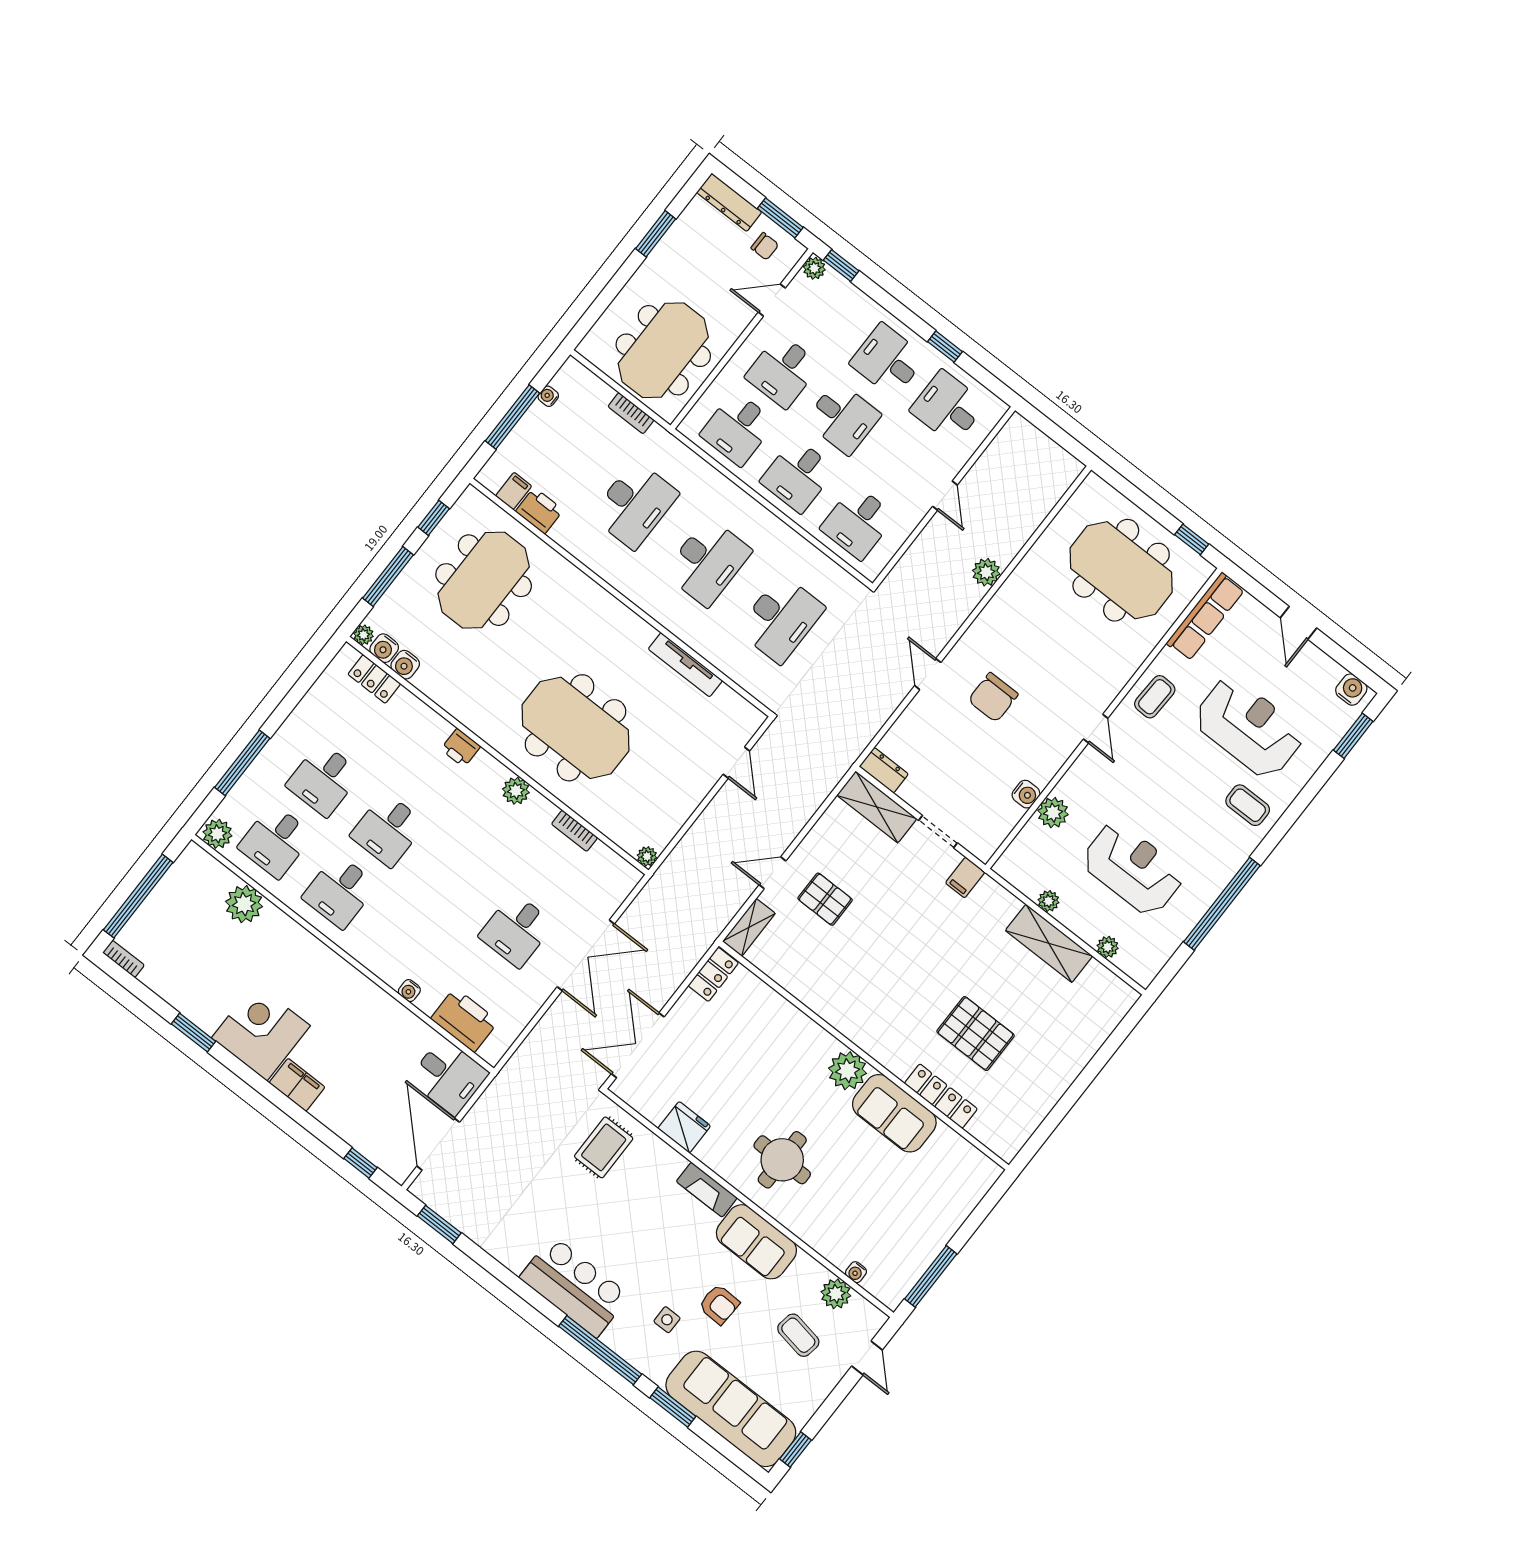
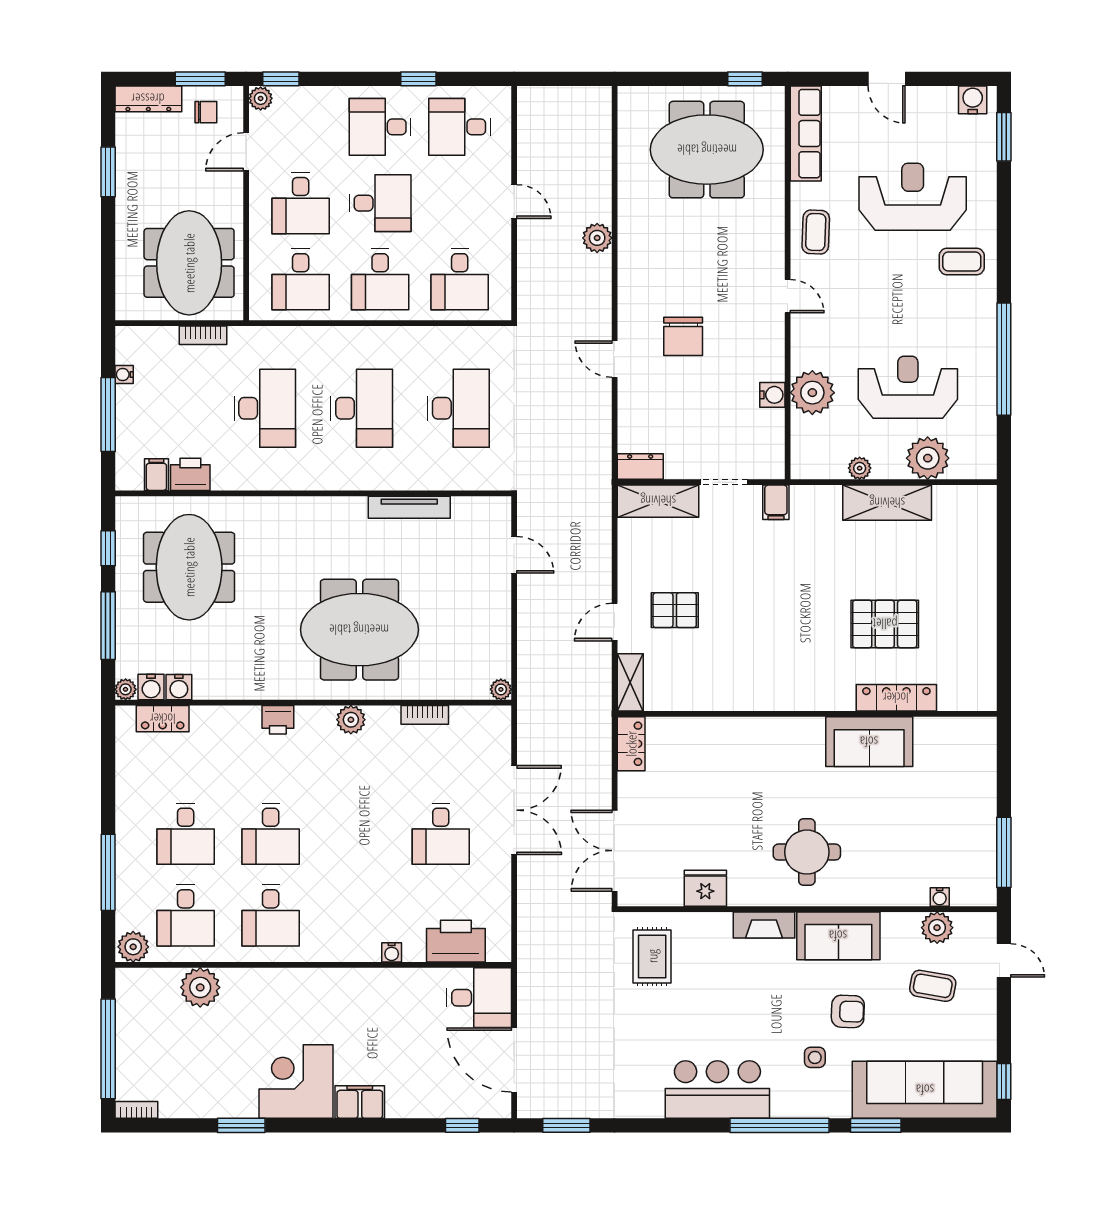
plant: (1053, 813) -> (812, 393), width x1.36, depth x1.36
plant: (1108, 947) -> (928, 458), width x1.87, depth x1.87
plant: (848, 1071) -> (803, 737), removed

